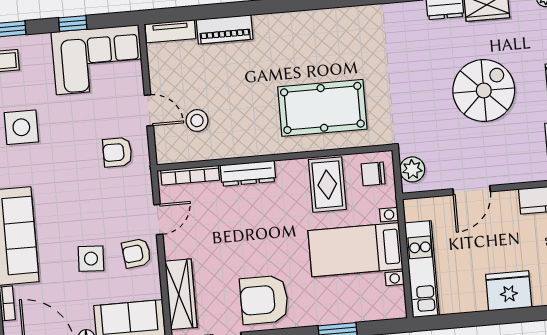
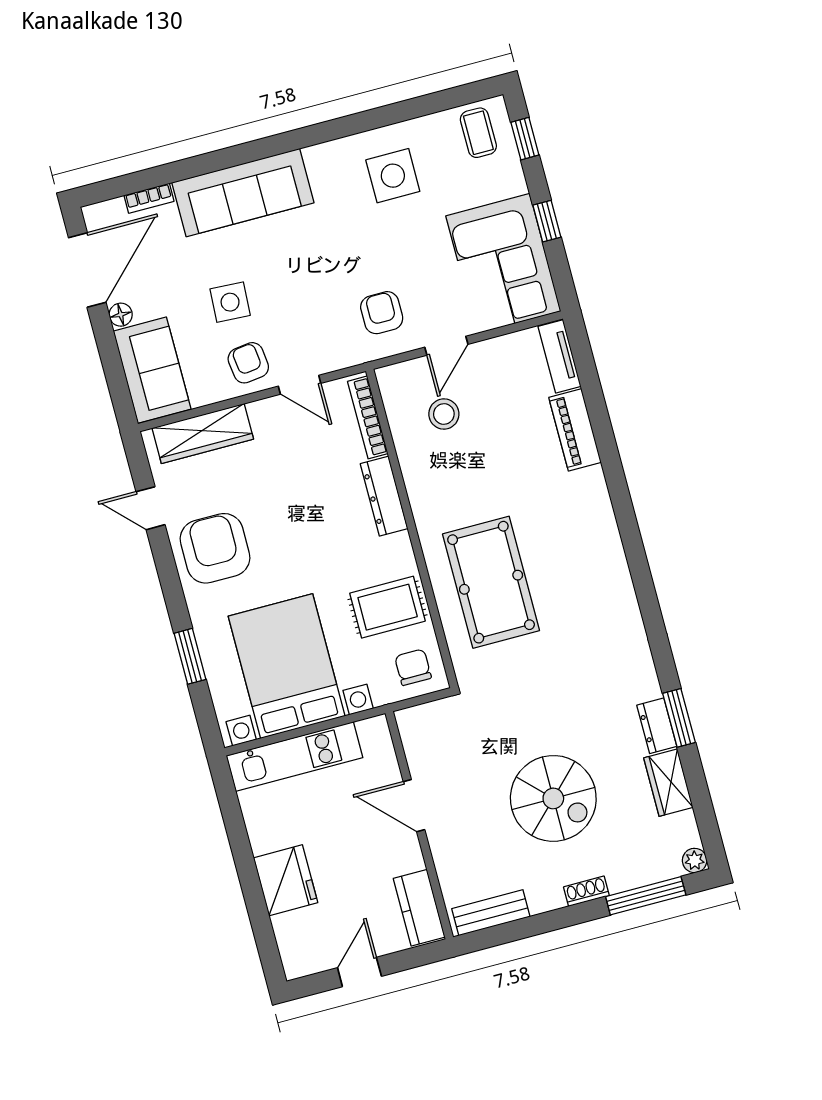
plant: (412, 169) -> (428, 720), removed
bed with nightstands: (355, 250) -> (287, 666), width x1.36

